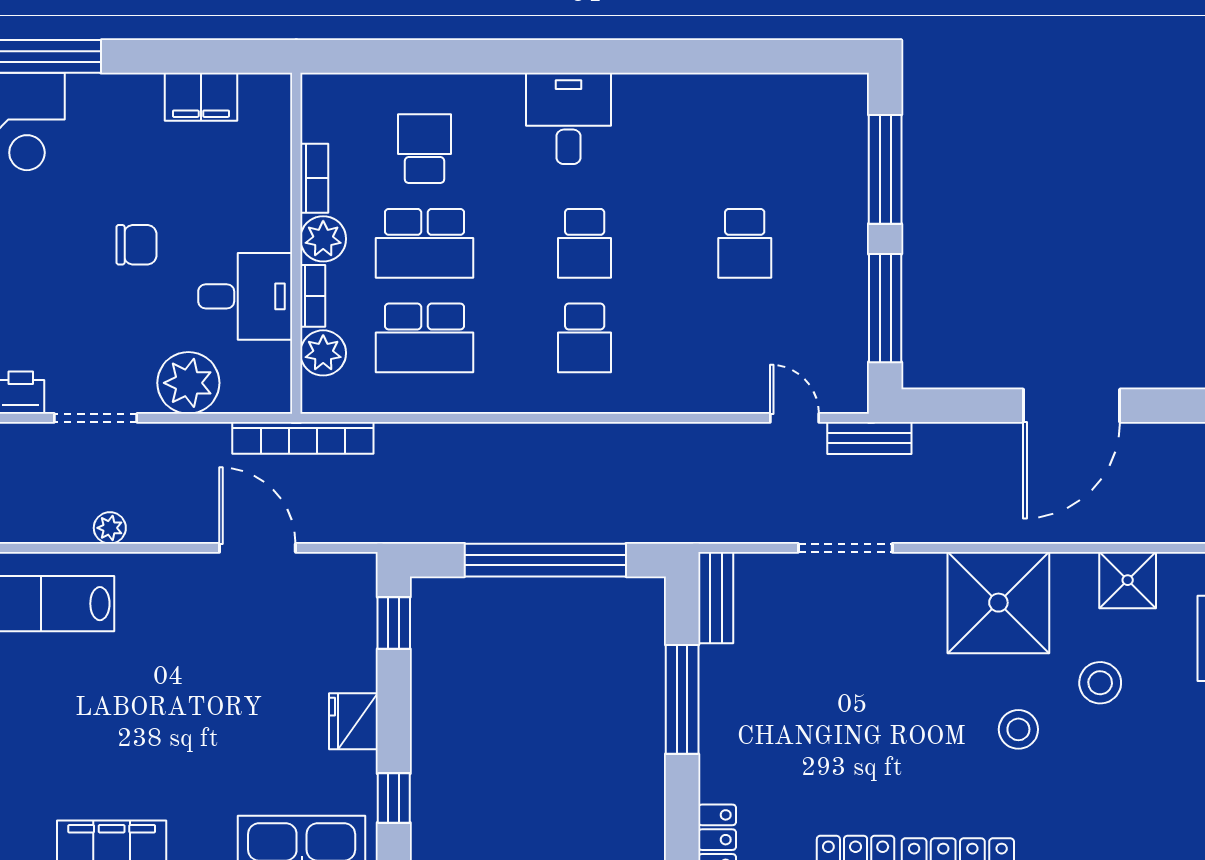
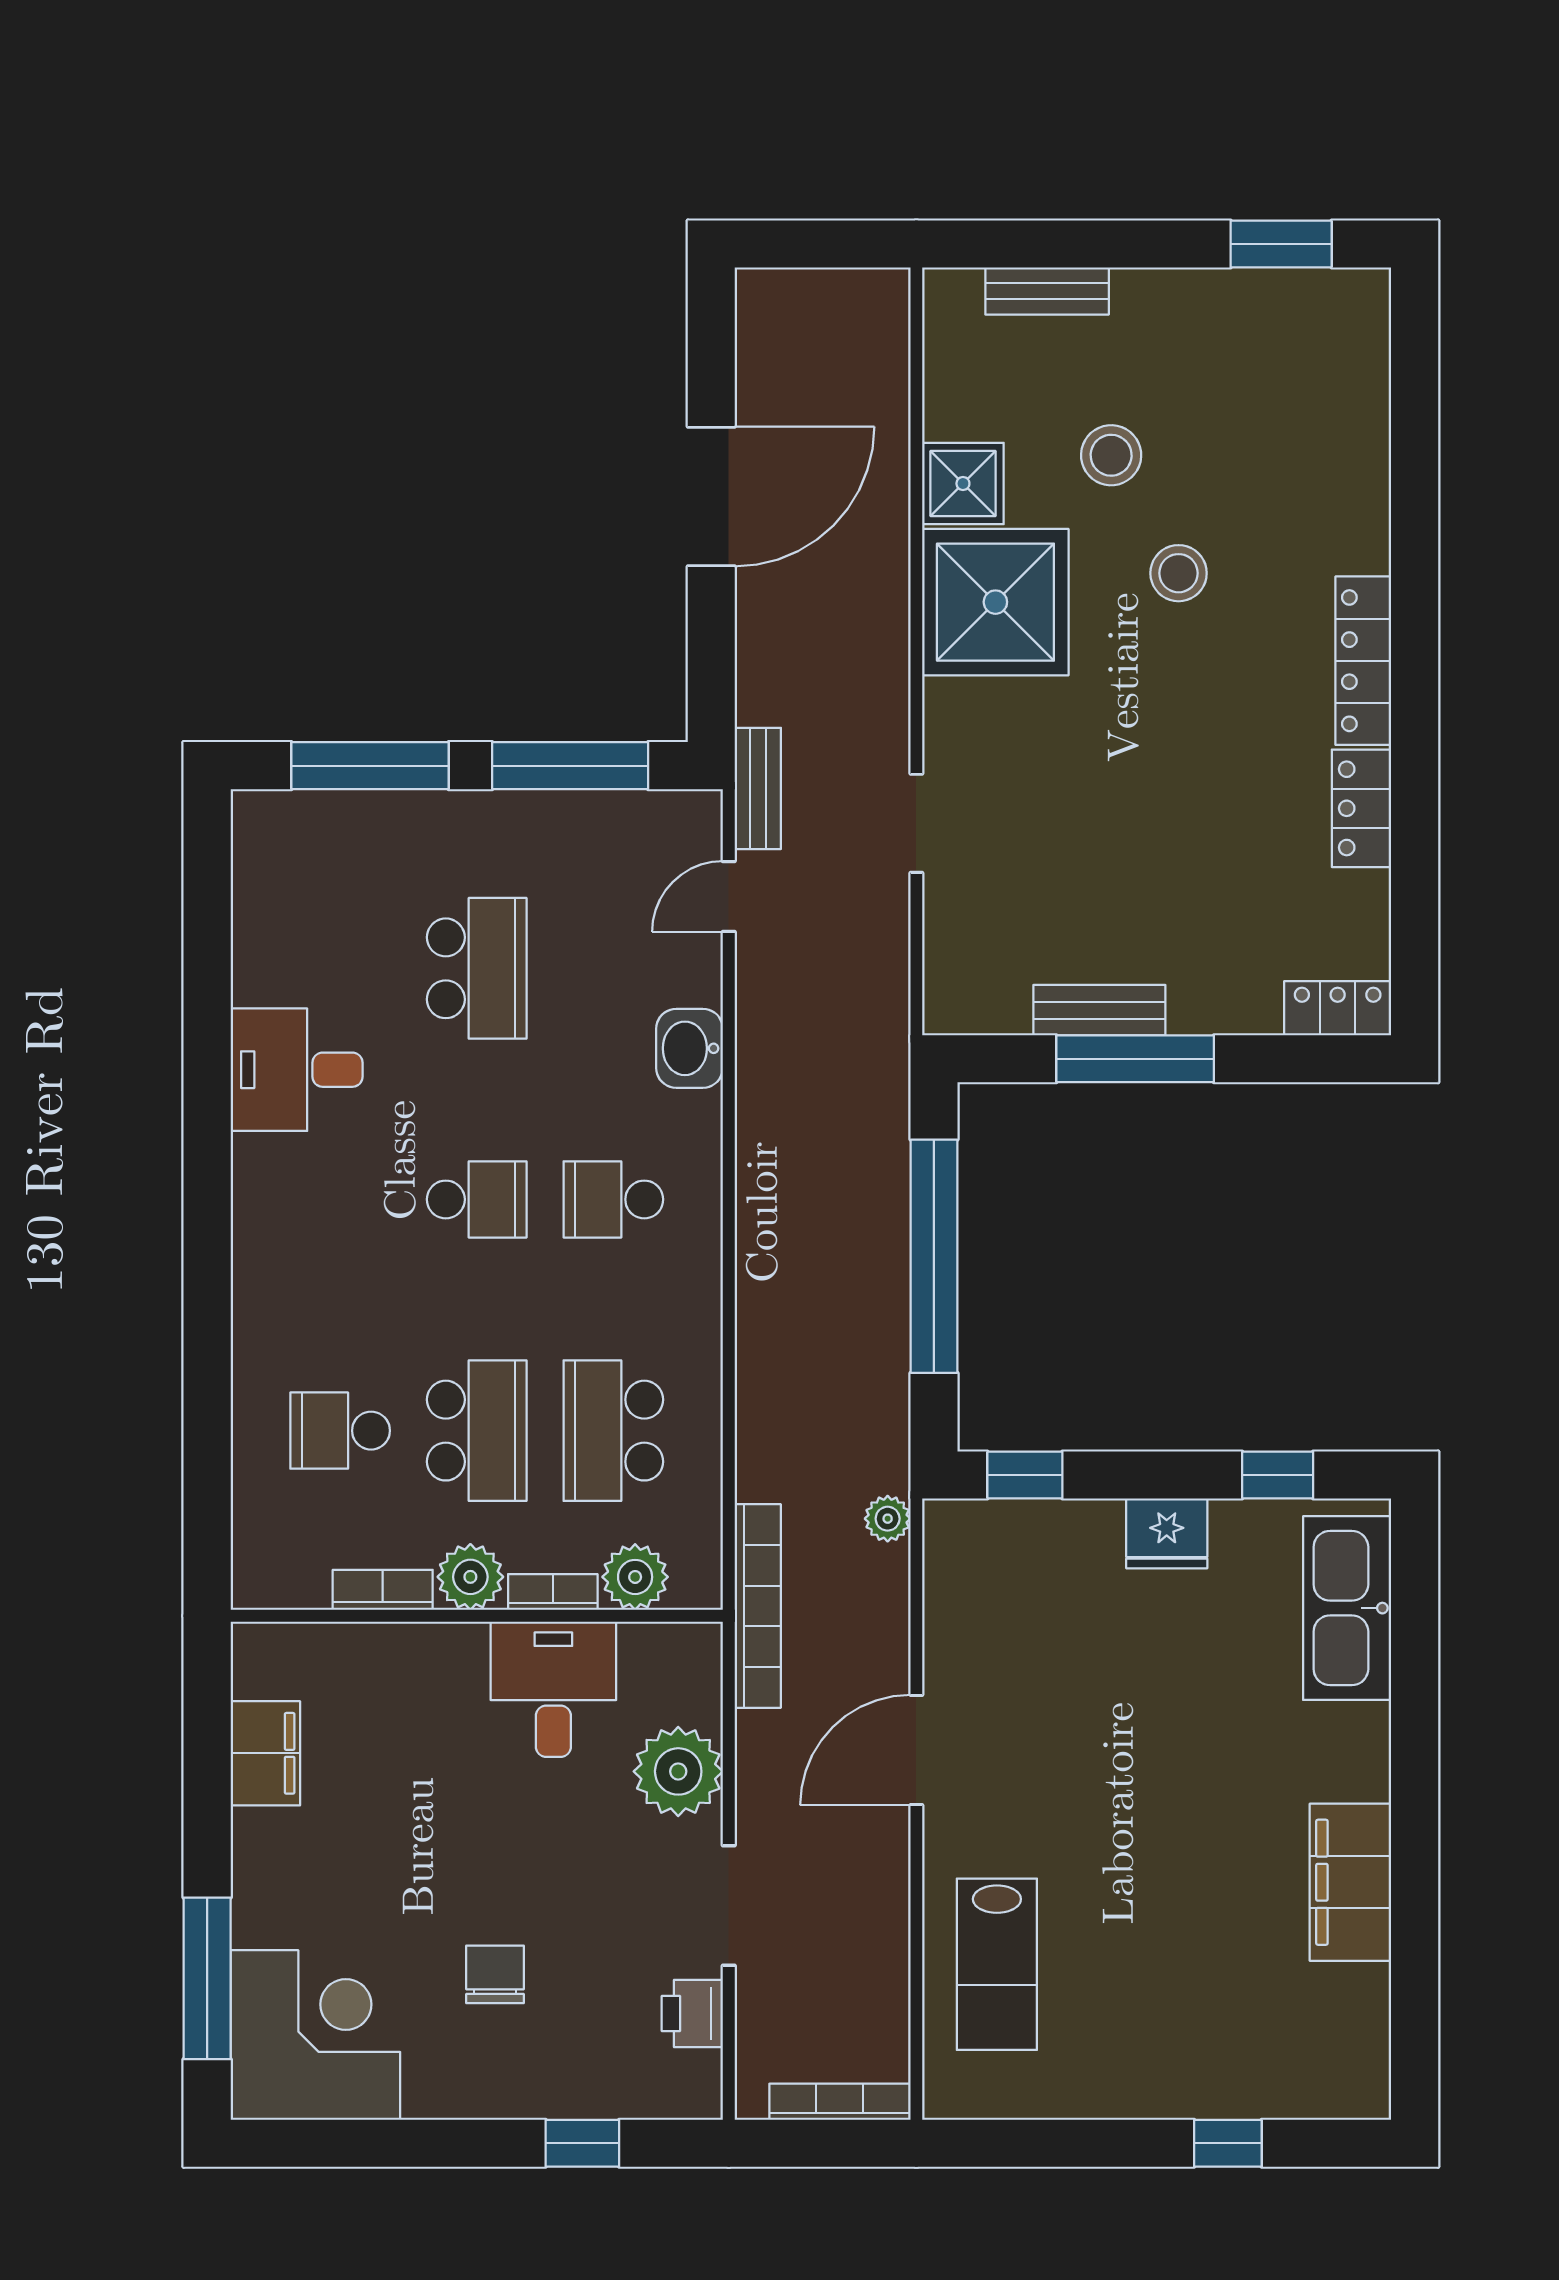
desk: (569, 118) -> (297, 1070), moved
school desk: (745, 243) -> (477, 968), width x1.85
chair: (136, 245) -> (495, 1974), moved
school desk: (424, 338) -> (613, 1431), turned 180
school desk: (585, 338) -> (613, 1199), turned 180
washbasin: (689, 391) -> (690, 1048), added
door: (1072, 406) -> (711, 497), hinge flipped
plant: (110, 528) -> (888, 1519), moved
door: (257, 548) -> (916, 1750), moved
doorway: (845, 548) -> (916, 823), width x0.73
shower: (1128, 580) -> (963, 484), moved
bench: (716, 598) -> (1099, 1010), moved

